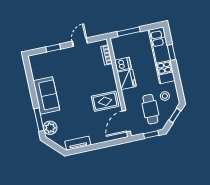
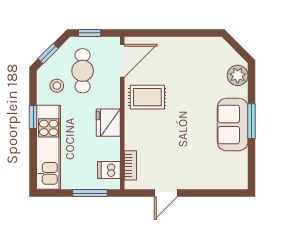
window: (53, 48) -> (207, 193), removed
window: (171, 52) -> (33, 117), moved
dishwasher: (123, 64) -> (109, 170), moved
window: (39, 120) -> (252, 121), moved
tv unit: (78, 143) -> (201, 44), removed

